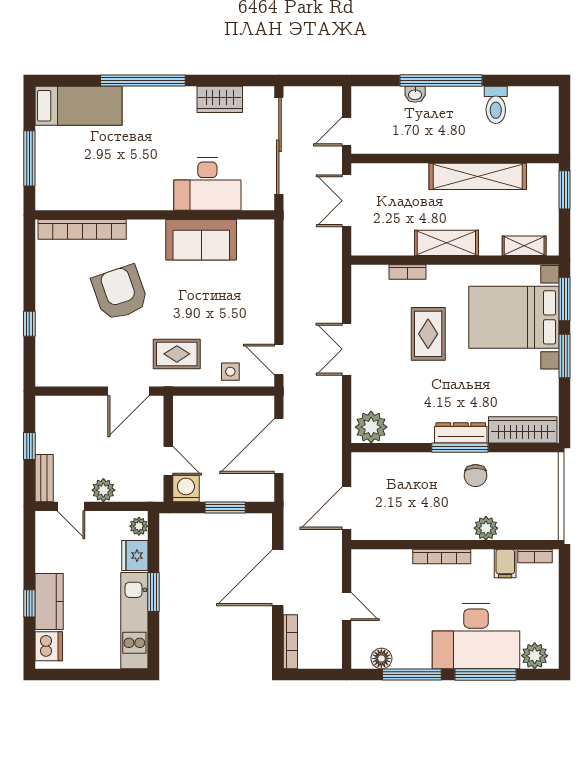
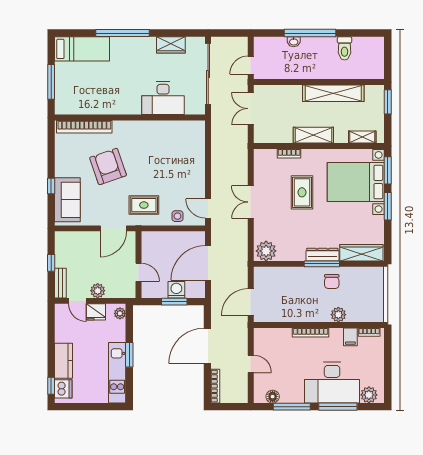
sofa: (201, 240) -> (67, 200), moved, turned -90
washing machine: (186, 489) -> (176, 290), moved
fridge: (135, 556) -> (96, 312), moved, turned -90
window: (29, 603) -> (51, 386), moved

